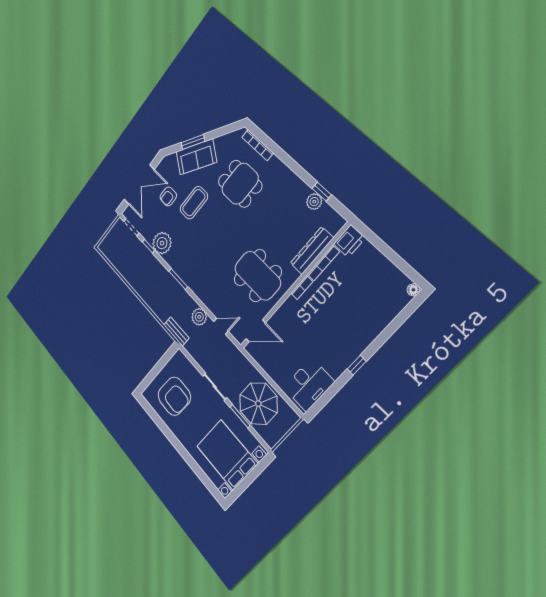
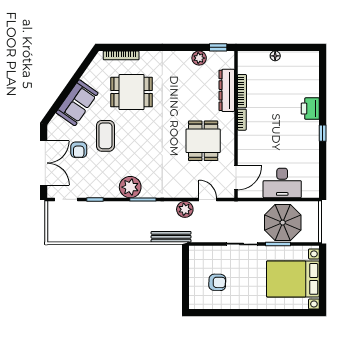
window: (193, 142) -> (64, 95), removed
window: (322, 192) -> (218, 47), moved
printer: (349, 241) -> (310, 109), moved, turned 180
plant: (162, 243) -> (130, 187), moved
dining table: (258, 276) -> (203, 141), width x0.73
floor lamp: (413, 290) -> (275, 56), moved
door: (221, 326) -> (208, 199), hinge flipped
bench: (176, 332) -> (171, 237), width x1.36
desk: (309, 385) -> (282, 183), moved, turned 90
armchair: (174, 396) -> (217, 282), width x0.53, depth x0.53

